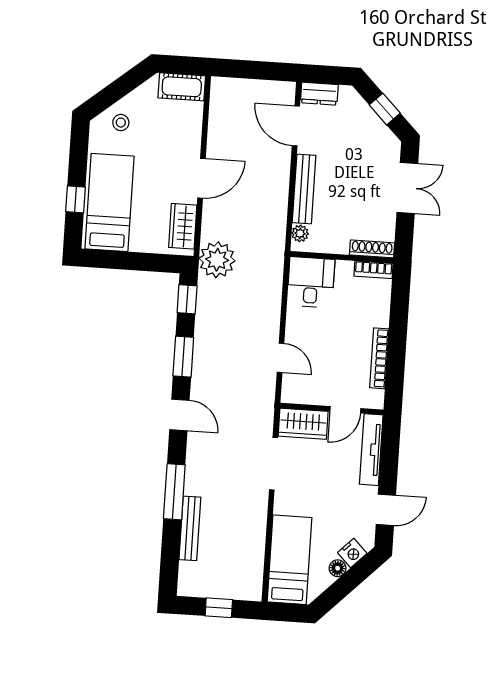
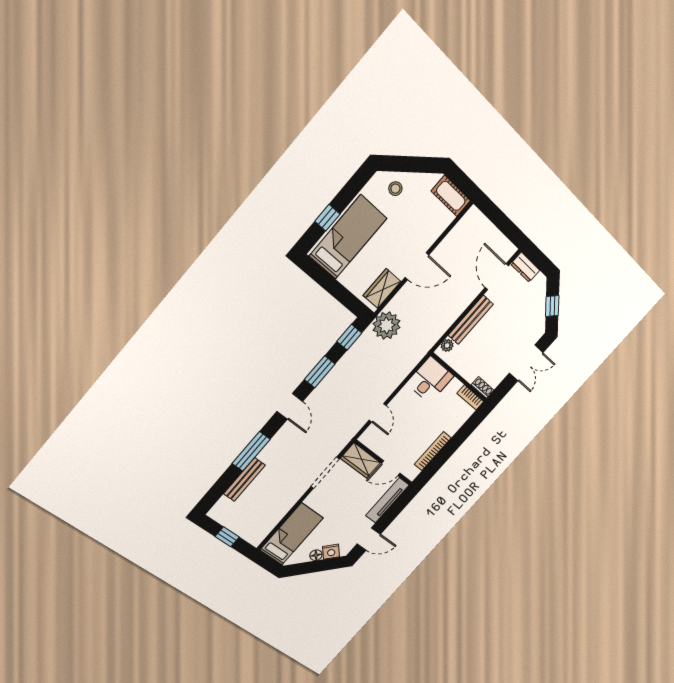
shoe rack: (372, 249) -> (483, 388), width x0.70

